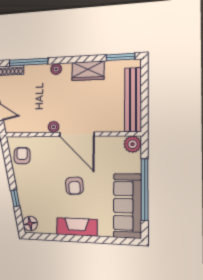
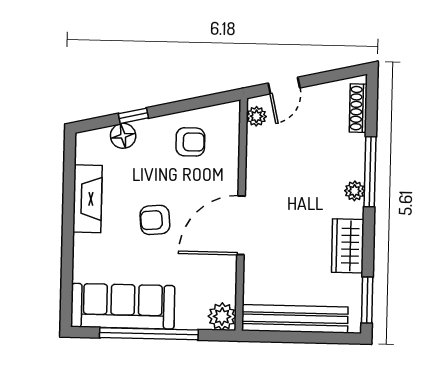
window: (28, 62) -> (370, 172), moved
plant: (54, 127) -> (256, 116), moved
armchair: (22, 156) -> (190, 142), moved
floor lamp: (30, 224) -> (123, 136), moved
fireplace: (77, 227) -> (88, 199), moved

